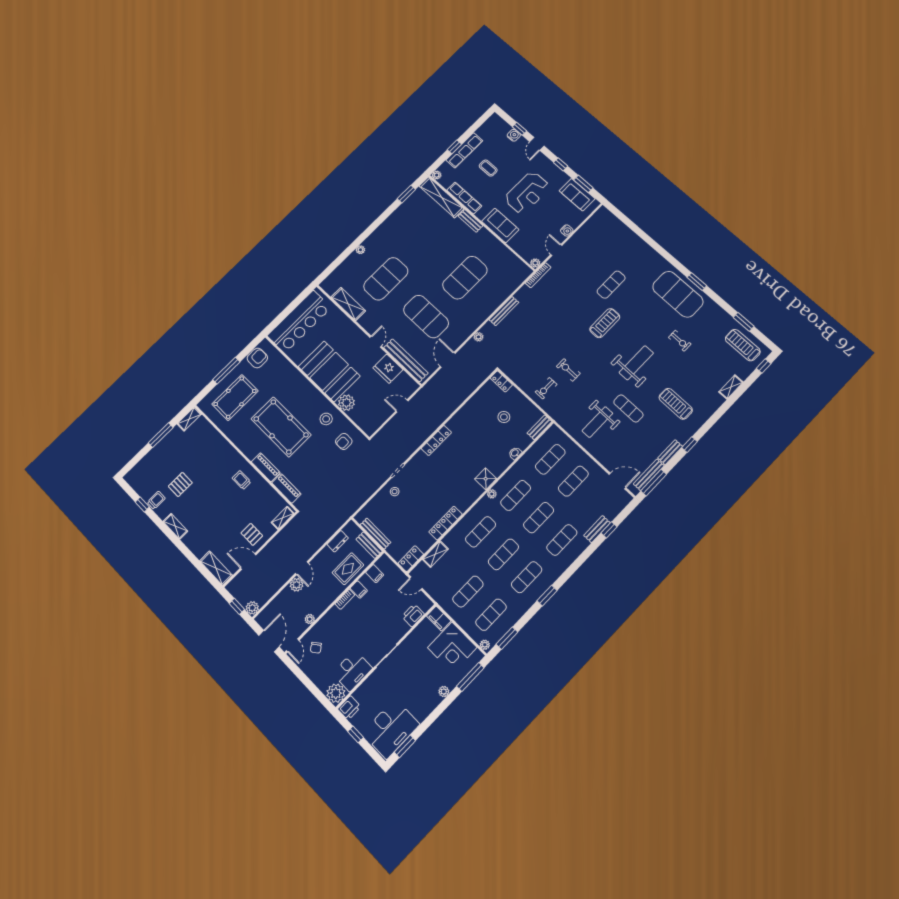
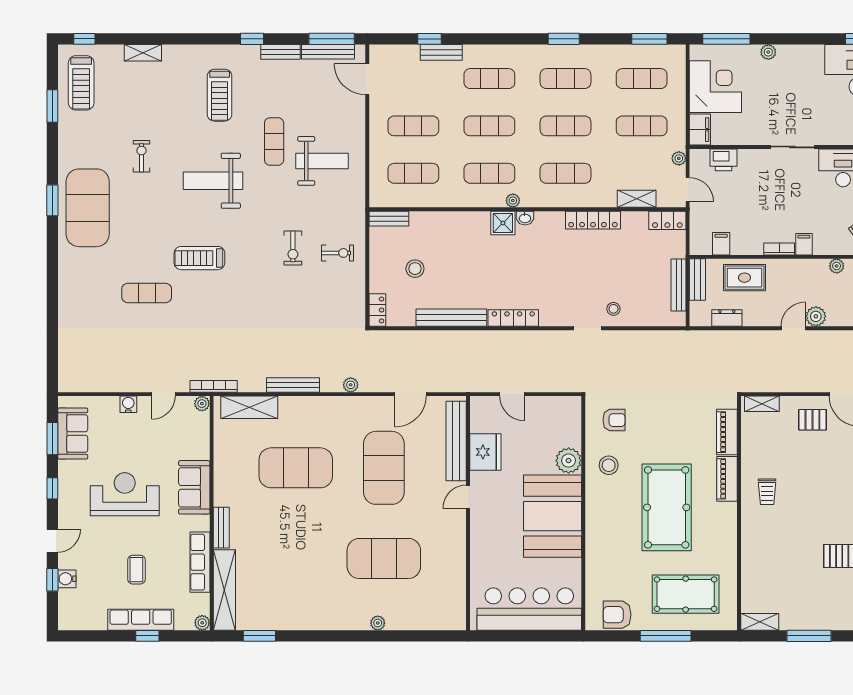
shelving: (348, 304) -> (249, 407), moved, turned 90
bench: (465, 412) -> (451, 318), added
washbasin: (515, 453) -> (525, 218), moved
pallet: (252, 534) -> (812, 420), turned 90
filing cabinet: (359, 590) -> (804, 244), moved
plant: (485, 645) -> (679, 158), moved

